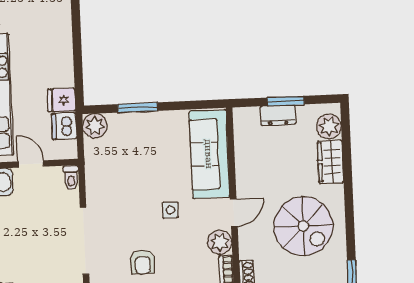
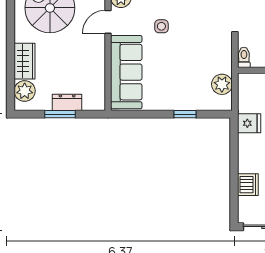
window: (138, 107) -> (185, 114), width x0.67
dishwasher: (64, 126) -> (248, 185), moved
plant: (95, 126) -> (222, 84), moved

